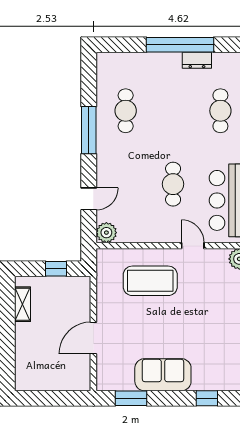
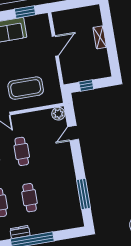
cafe table: (126, 111) -> (30, 198), moved
window: (89, 130) -> (84, 194), moved
shelving: (23, 304) -> (100, 37), moved

